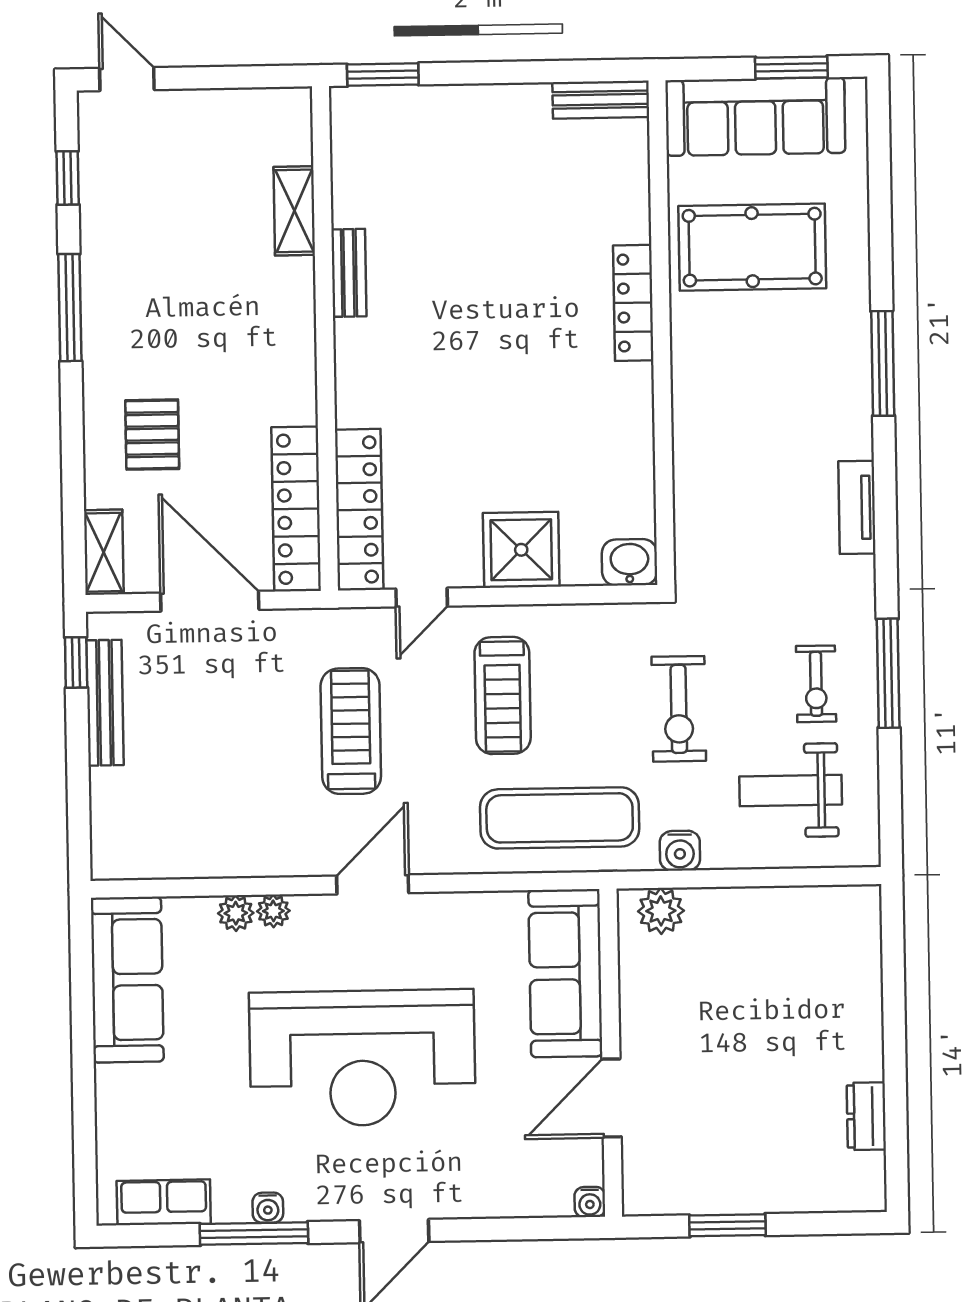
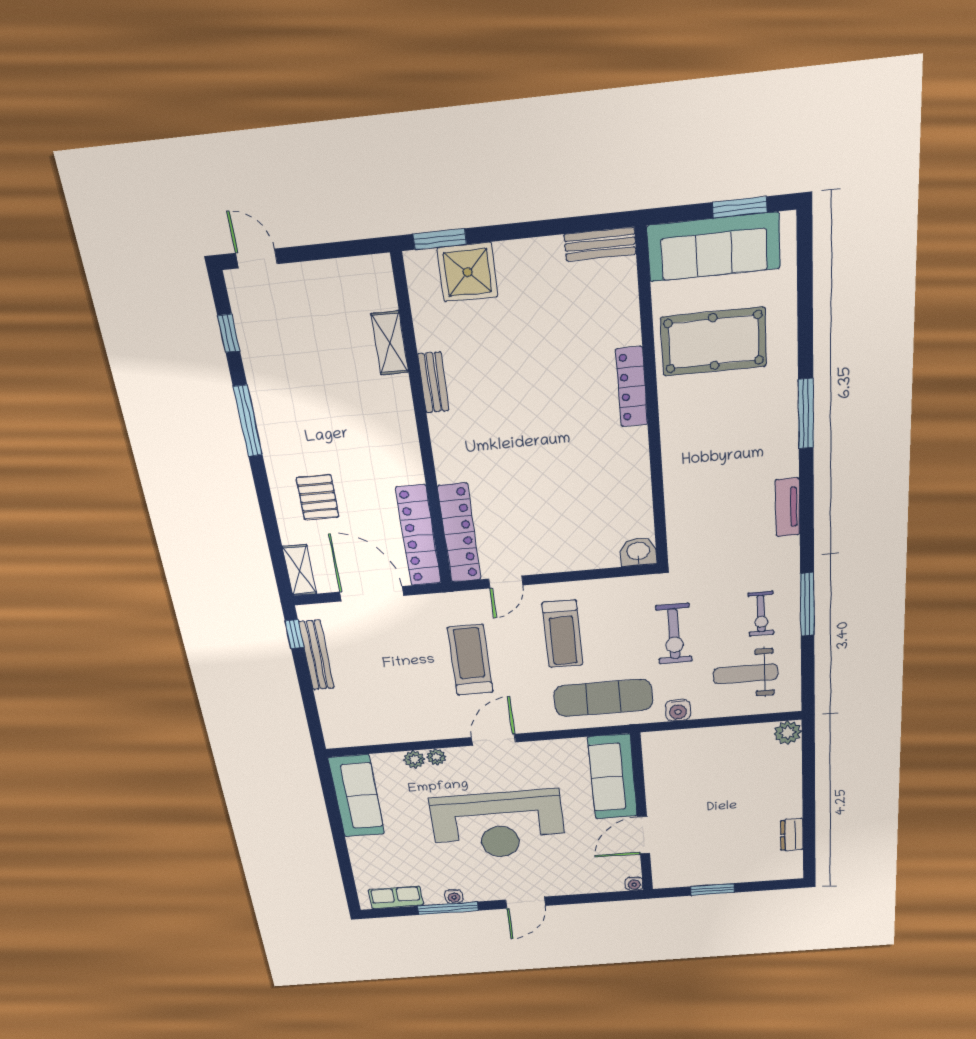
shower: (521, 550) -> (468, 272), moved
plant: (661, 911) -> (788, 733), moved

